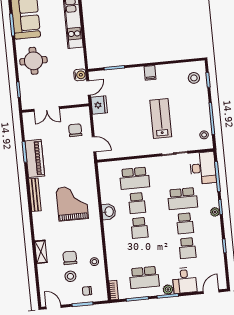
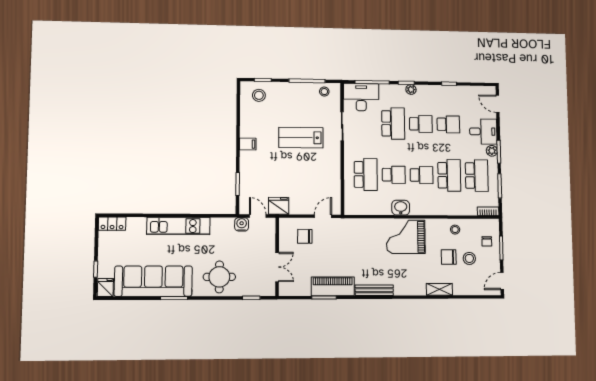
grand piano: (72, 203) -> (406, 237), moved
school desk: (142, 253) -> (449, 175), added

